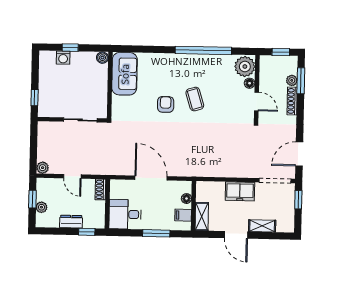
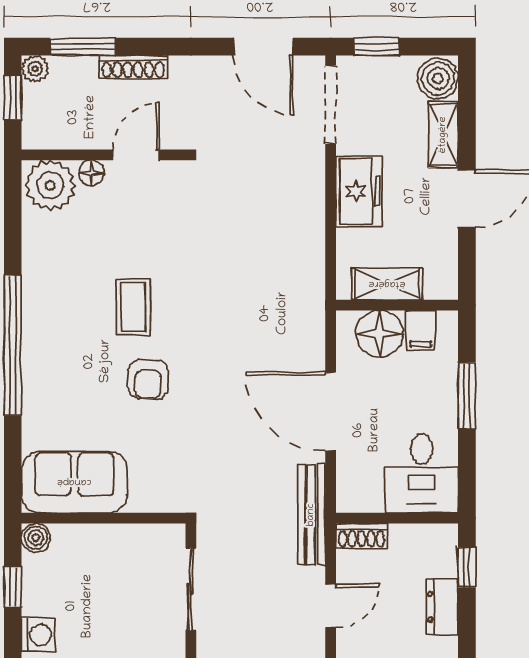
window: (70, 48) -> (13, 587), moved
window: (203, 50) -> (13, 345), moved
plant: (292, 80) -> (35, 69), moved
coffee table: (195, 99) -> (133, 307), turned -73
armchair: (166, 104) -> (148, 379), turned -90
bench: (109, 169) -> (311, 515), added
door: (151, 178) -> (331, 412), hinge flipped
floor lamp: (186, 199) -> (379, 334), width x1.89, depth x1.89
shelving: (202, 216) -> (387, 284), moved
boiler: (285, 224) -> (438, 79), added

